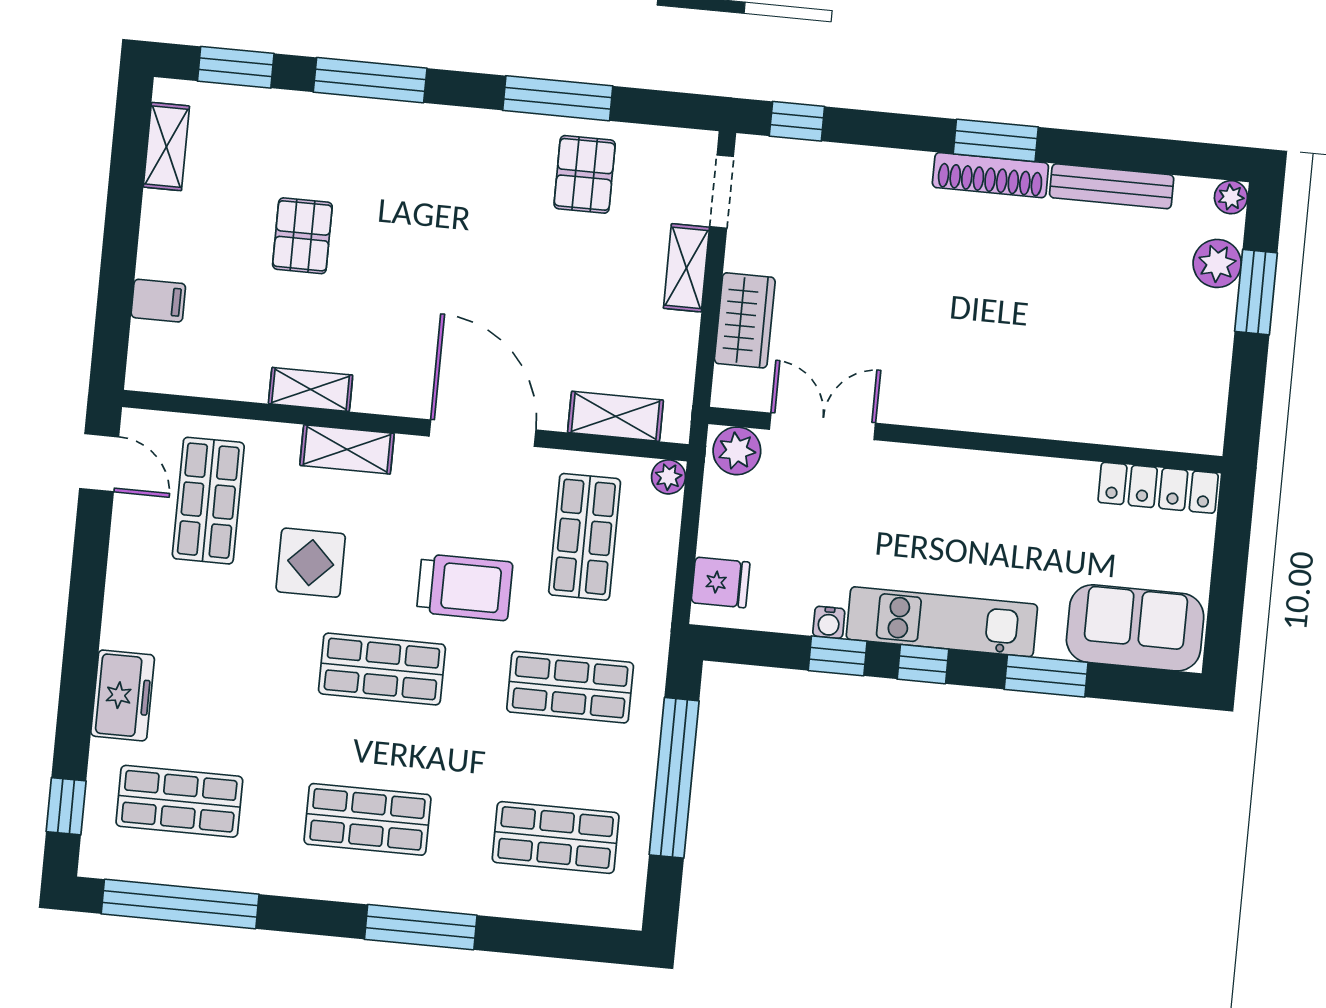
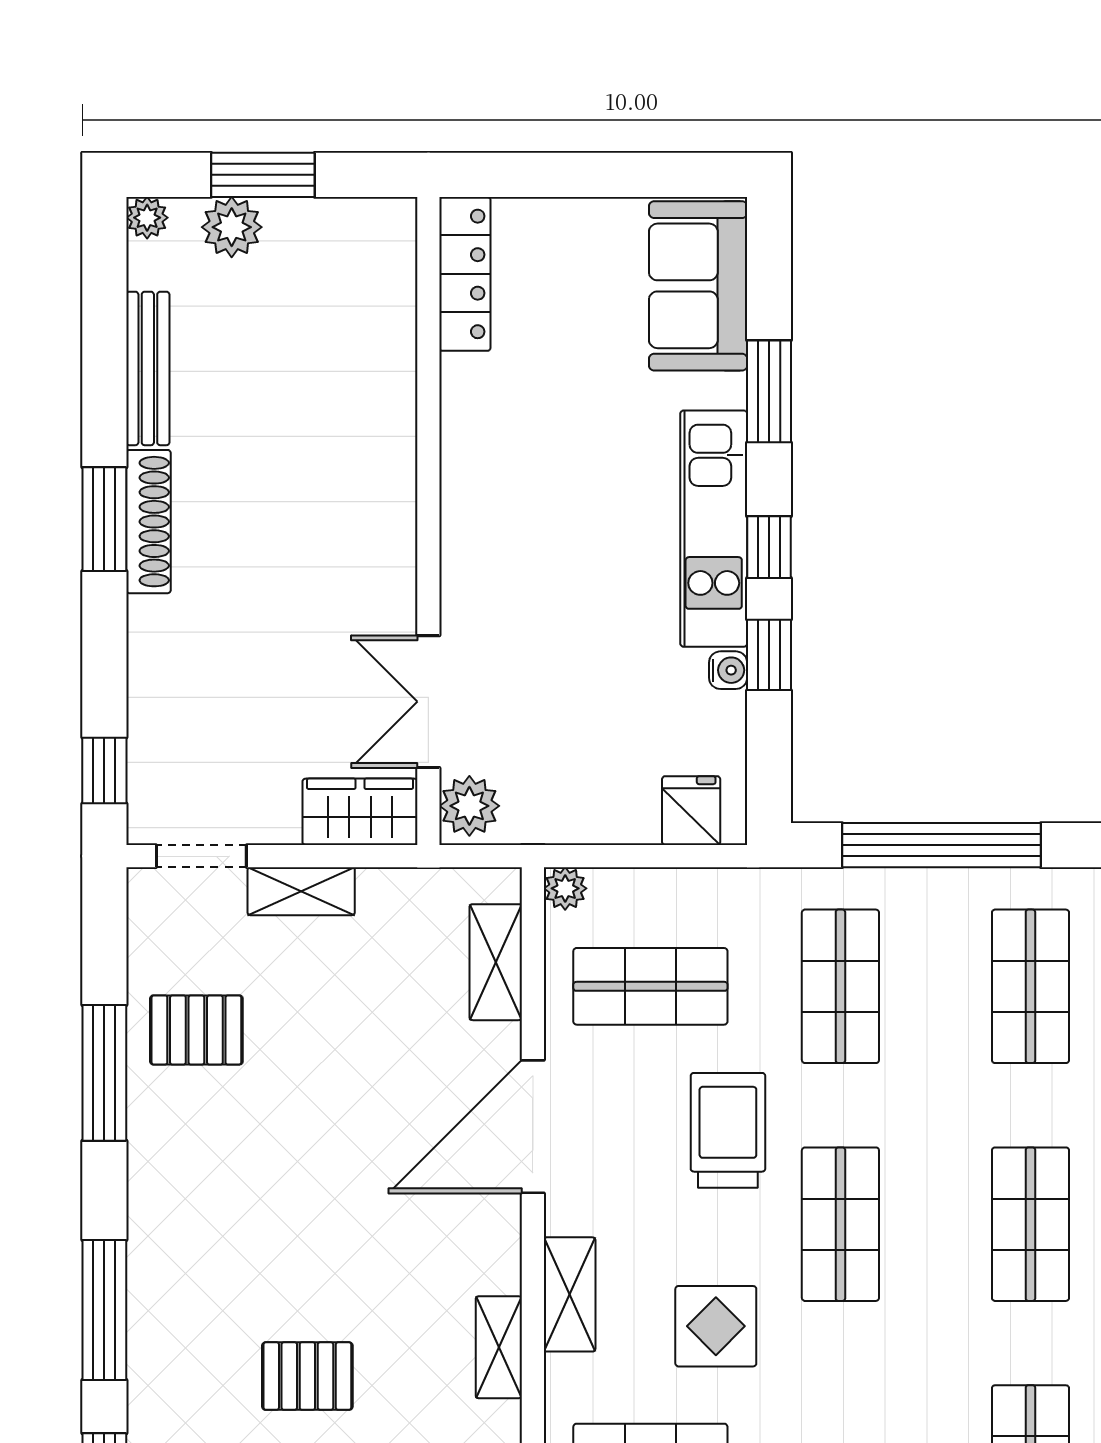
double door: (822, 426) -> (428, 702), moved
wall: (965, 440) -> (428, 521), moved
plant: (737, 451) -> (469, 806), moved
locker: (1158, 488) -> (465, 274), moved

